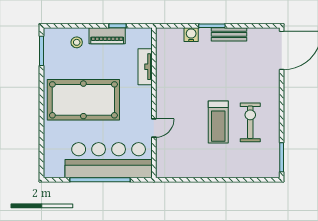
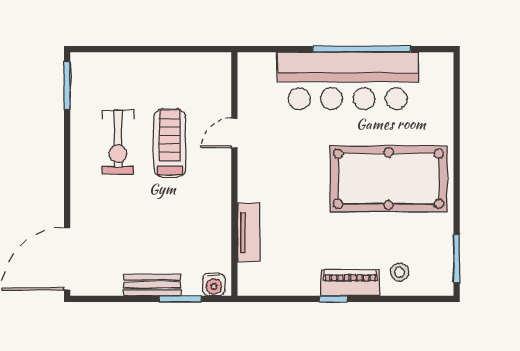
tv unit: (145, 67) -> (249, 232), moved
wall: (154, 103) -> (234, 174), moved
door: (154, 128) -> (234, 133), moved

